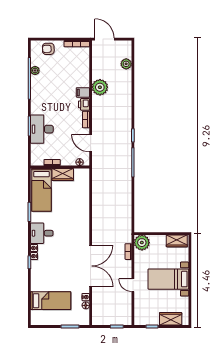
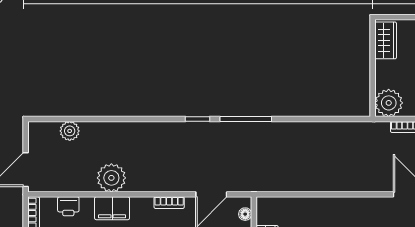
filing cabinet: (83, 92) -> (112, 208), width x2.00
printer: (84, 104) -> (68, 206), moved

